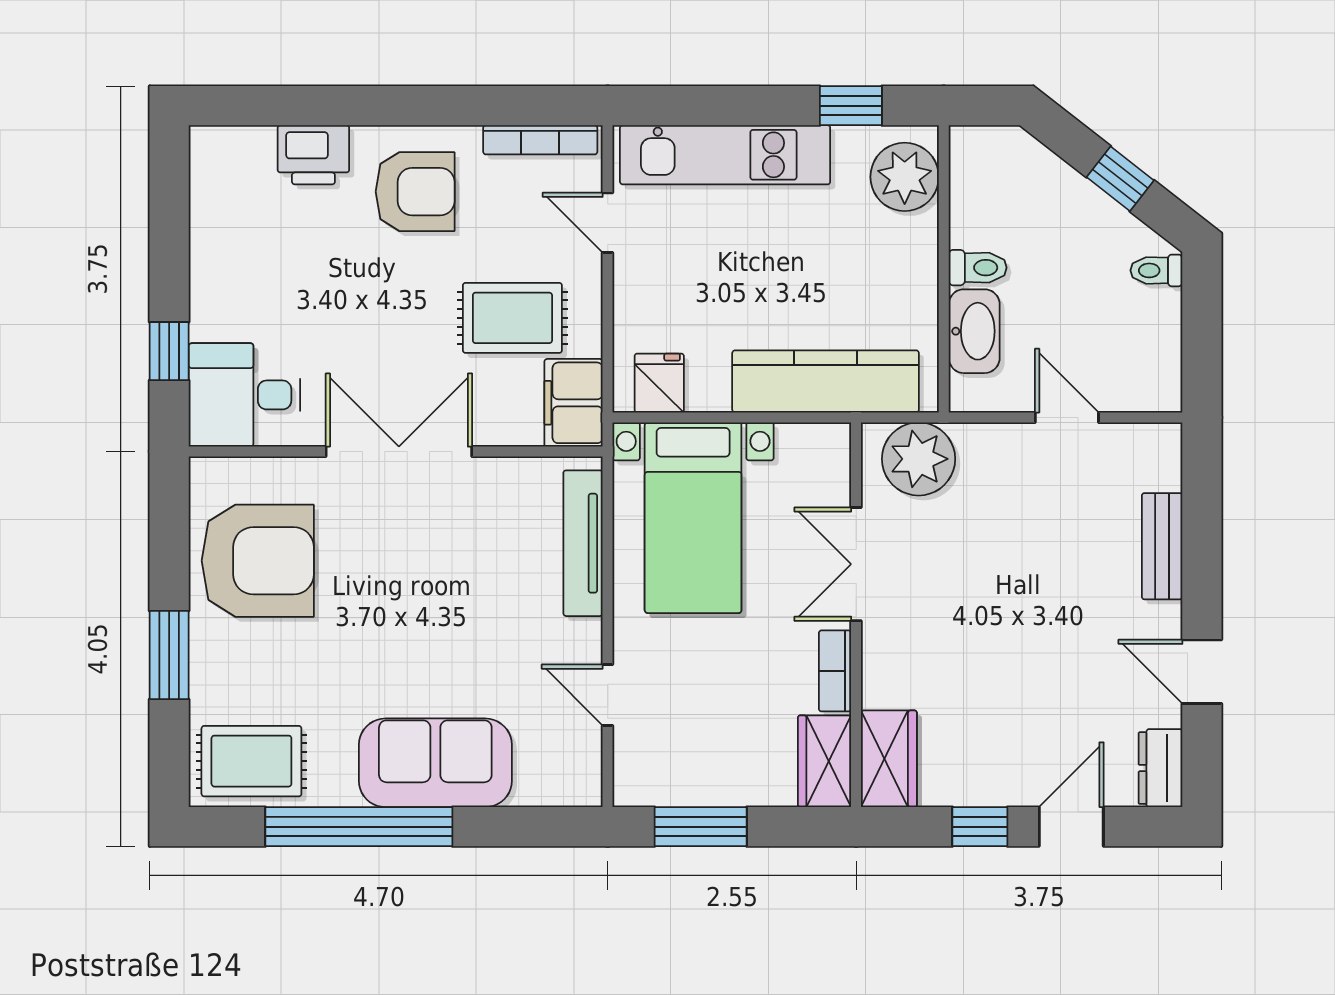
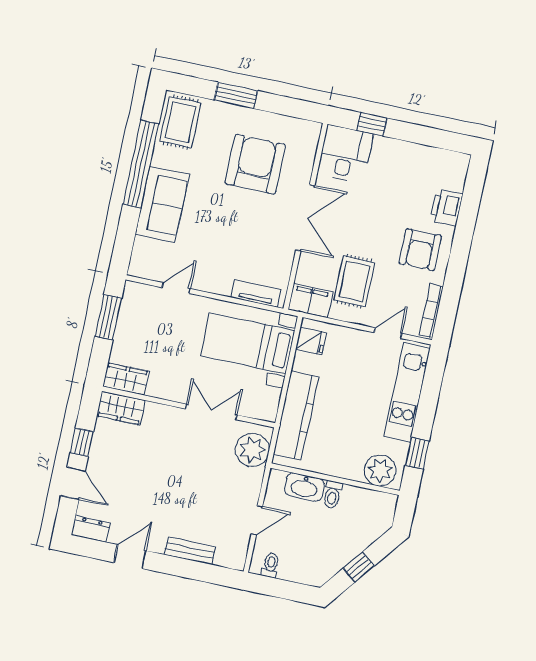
toilet: (1156, 270) -> (271, 565), moved
tv unit: (583, 543) -> (256, 293), width x0.71
armchair: (258, 561) -> (255, 164), moved, turned 180
bookcase: (835, 671) -> (165, 392), removed

